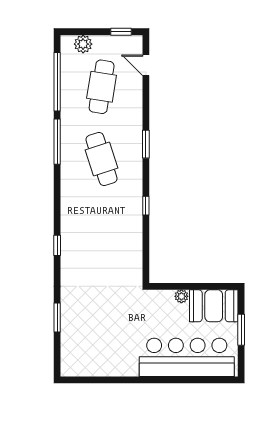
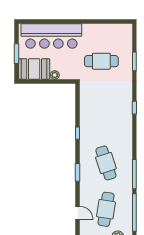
door: (146, 65) -> (78, 213), moved
cafe table: (109, 318) -> (101, 61), added

